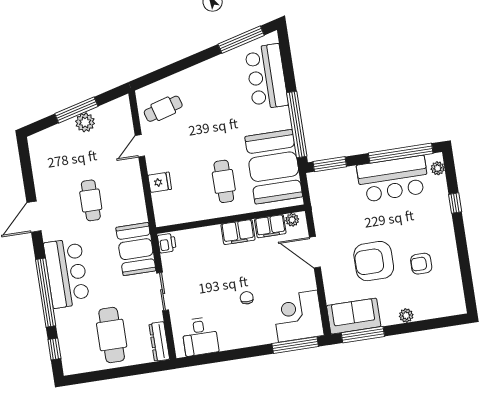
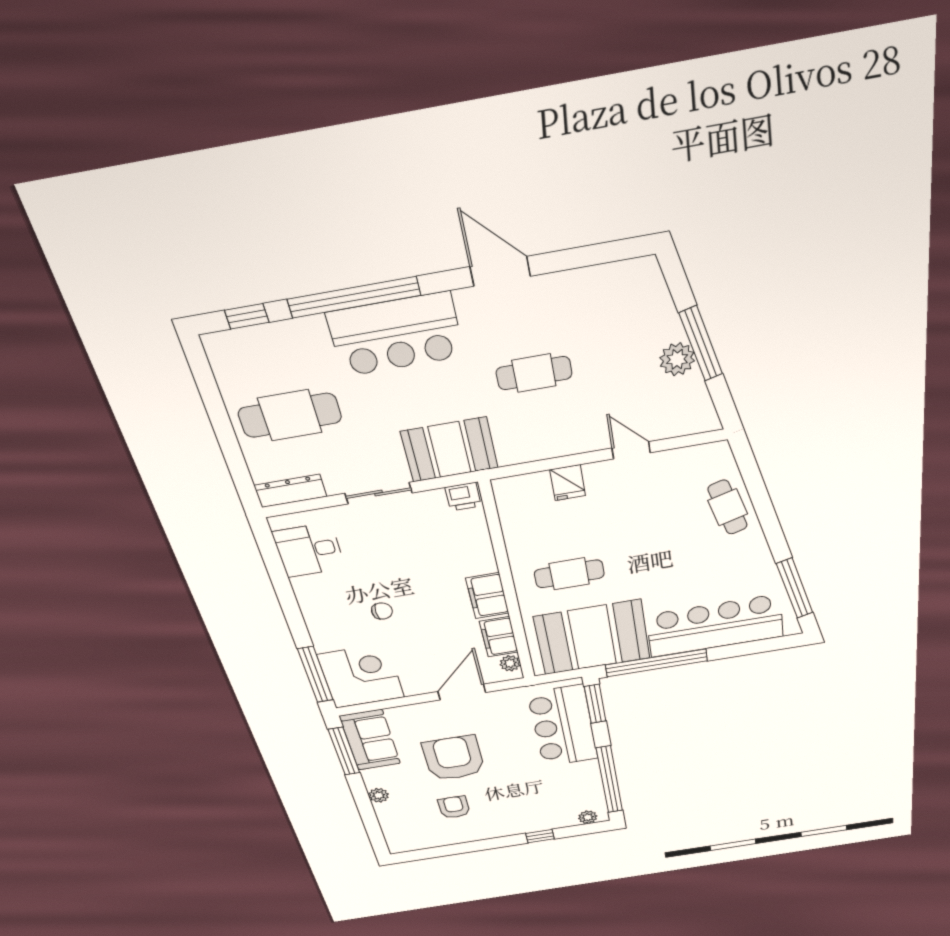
bar counter: (267, 77) -> (715, 626), width x1.36
cafe table: (163, 109) -> (728, 507), moved
bar counter: (393, 179) -> (563, 726), moved

